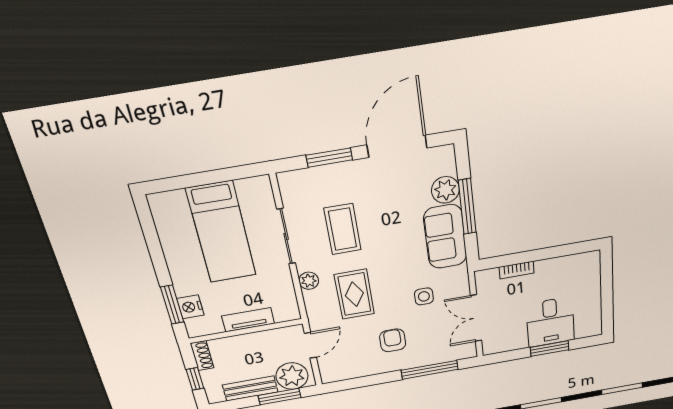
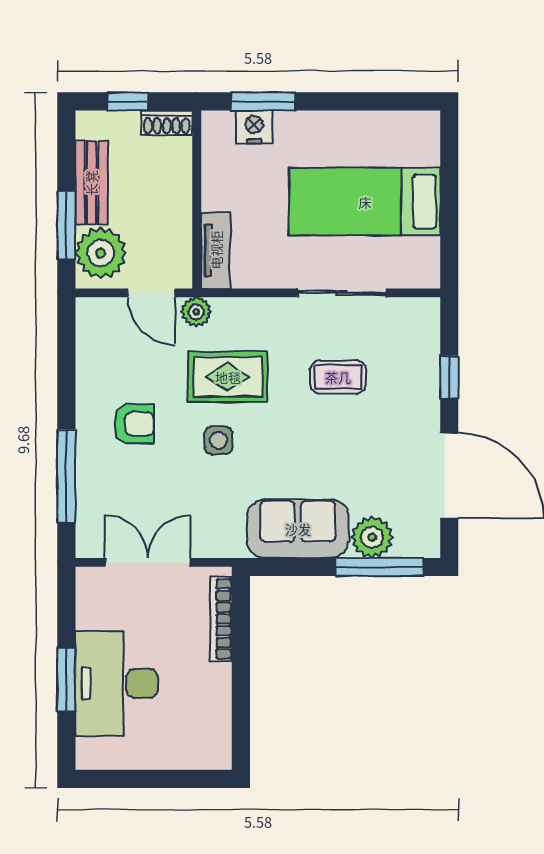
window: (329, 158) -> (449, 377), width x0.67
window: (467, 207) -> (380, 567), moved
coffee table: (343, 229) -> (338, 377), width x0.73, depth x0.77
bookcase: (517, 270) -> (221, 619), width x1.56
plant: (309, 281) -> (196, 312), moved
side table: (424, 296) -> (218, 440), moved
tv unit: (248, 320) -> (216, 250), moved
desk: (550, 322) -> (117, 683), width x1.37

